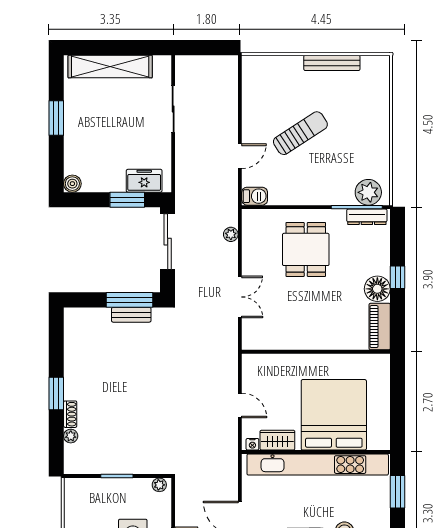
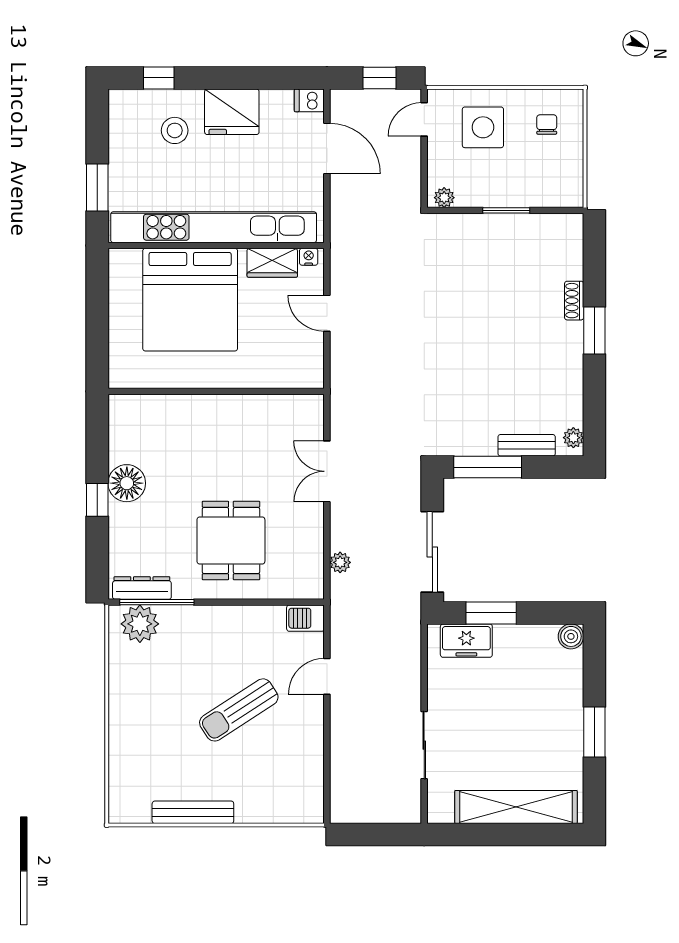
bench: (131, 315) -> (527, 445), moved
piano: (380, 327) -> (123, 428), removed
plant: (71, 436) -> (573, 438), moved

